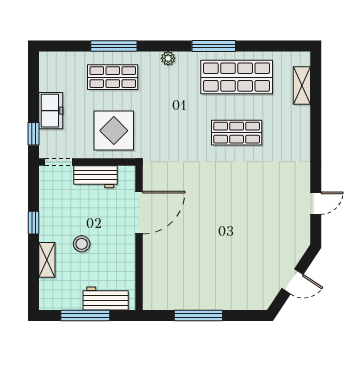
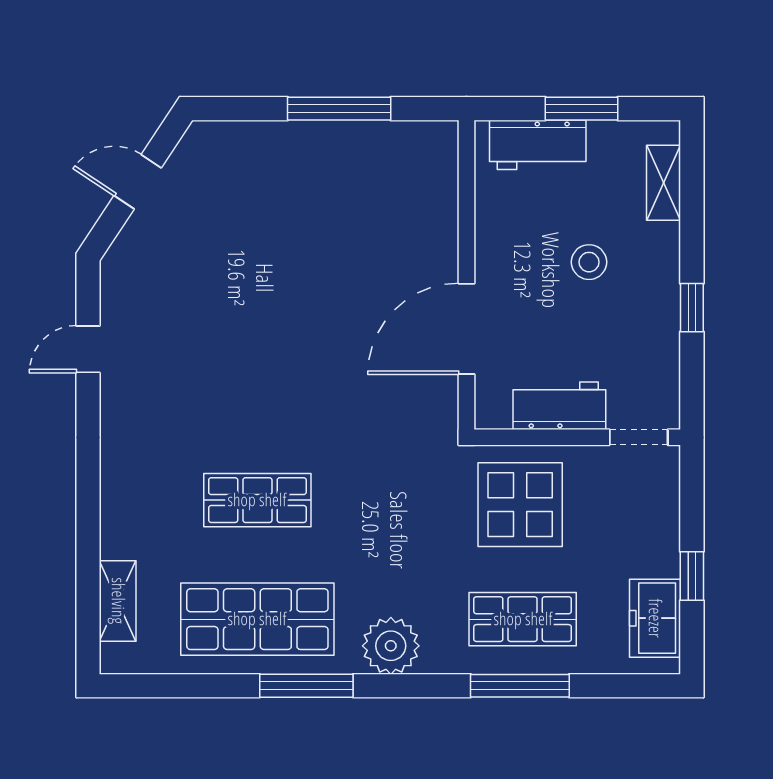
plant: (168, 58) -> (391, 646), width x1.88, depth x1.88
freezer: (51, 111) -> (655, 618), moved
window: (34, 134) -> (692, 576), moved
shelving: (47, 260) -> (664, 183), moved
window: (85, 316) -> (582, 109), width x0.69

